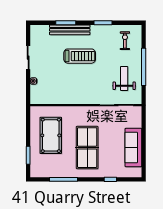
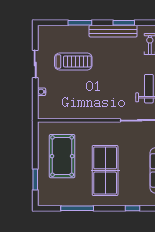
bench: (70, 30) -> (113, 31), moved
treadmill: (80, 56) -> (73, 61), moved

